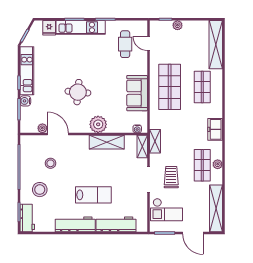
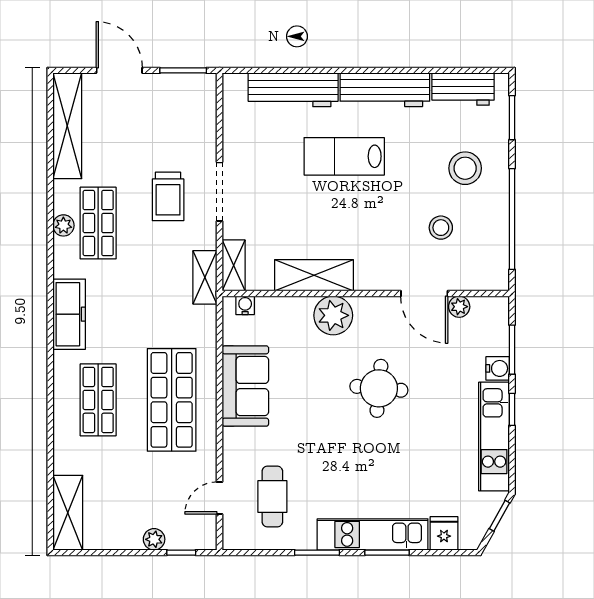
door: (148, 44) -> (220, 498), swing flipped
shelving: (216, 45) -> (68, 513), width x0.68
freezer: (215, 129) -> (69, 314), width x1.40
checkout: (167, 210) -> (179, 123), removed
workbench: (27, 218) -> (463, 89), moved, turned -90

